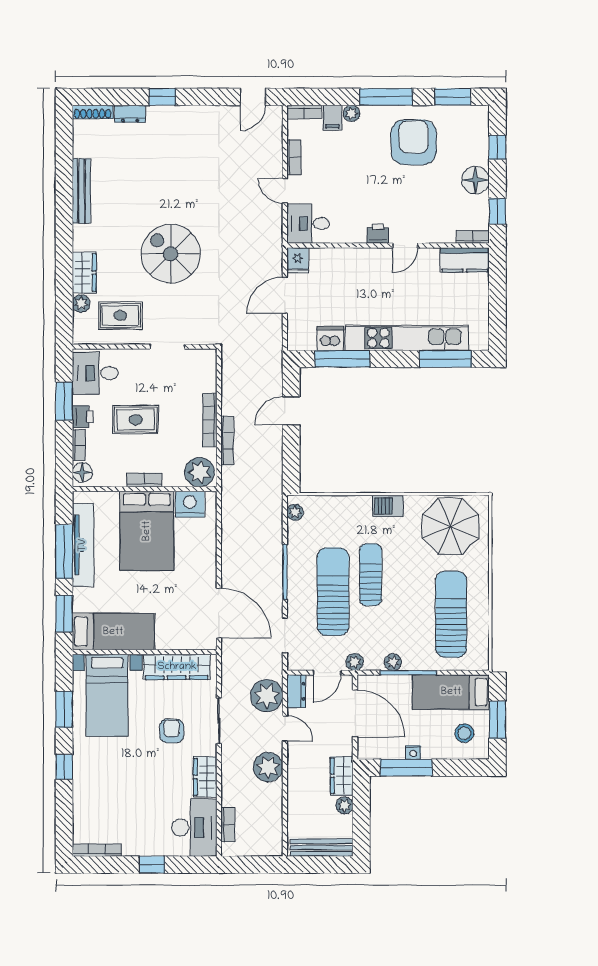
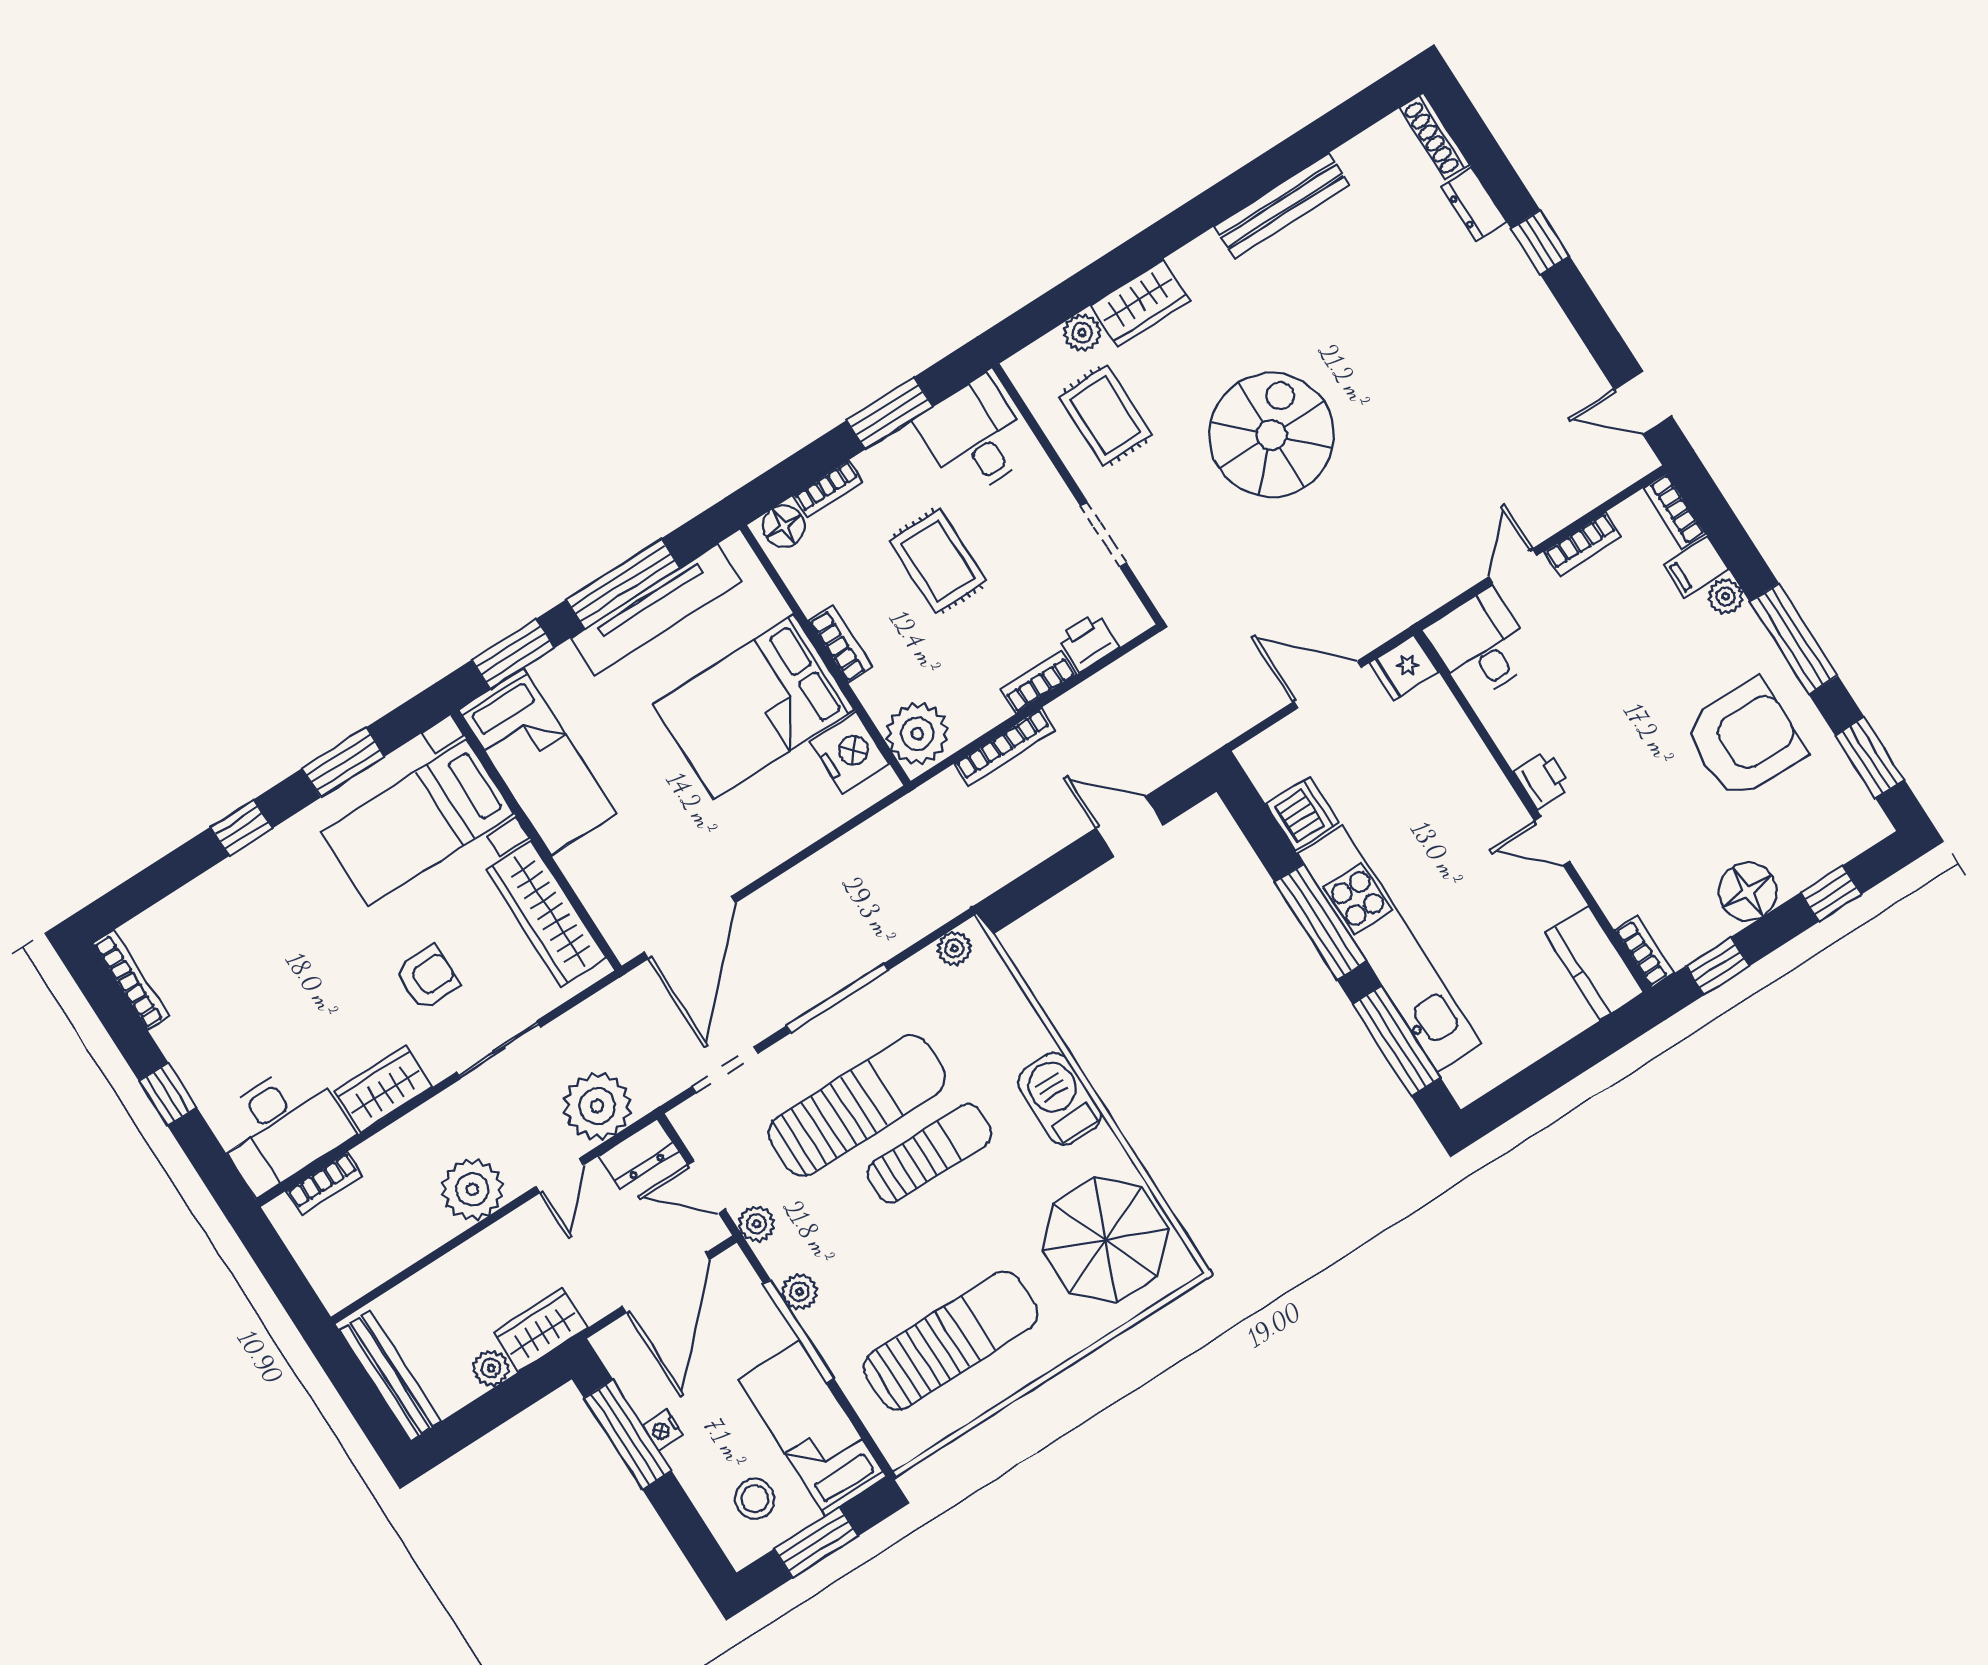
window: (342, 359) -> (1320, 922), moved
printer: (83, 417) -> (1088, 642), moved, turned 180
bookcase: (210, 420) -> (1039, 682), width x0.64
barbecue: (388, 506) -> (1059, 1099), width x1.38, depth x1.27

